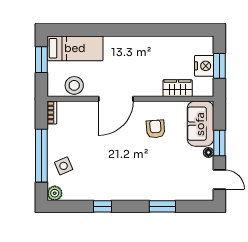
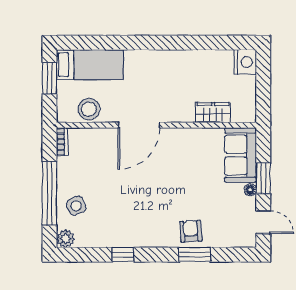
nightstand: (204, 66) -> (245, 62), moved
window: (219, 66) -> (263, 86), removed
armchair: (156, 129) -> (191, 231), moved

